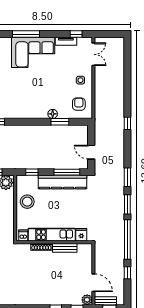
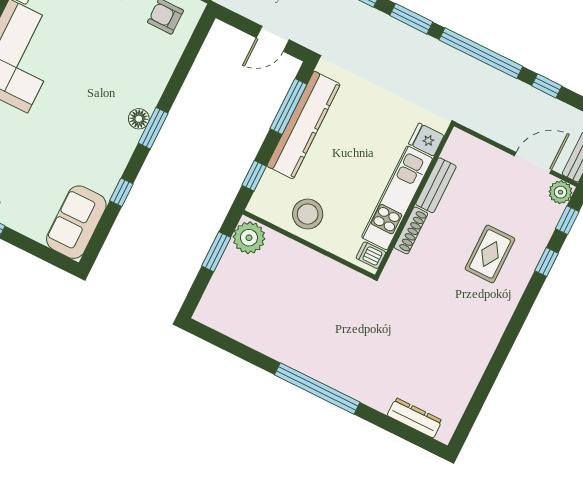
floor lamp: (53, 114) -> (139, 119), moved
window: (60, 122) -> (153, 128), moved
rug: (48, 284) -> (490, 254), added

